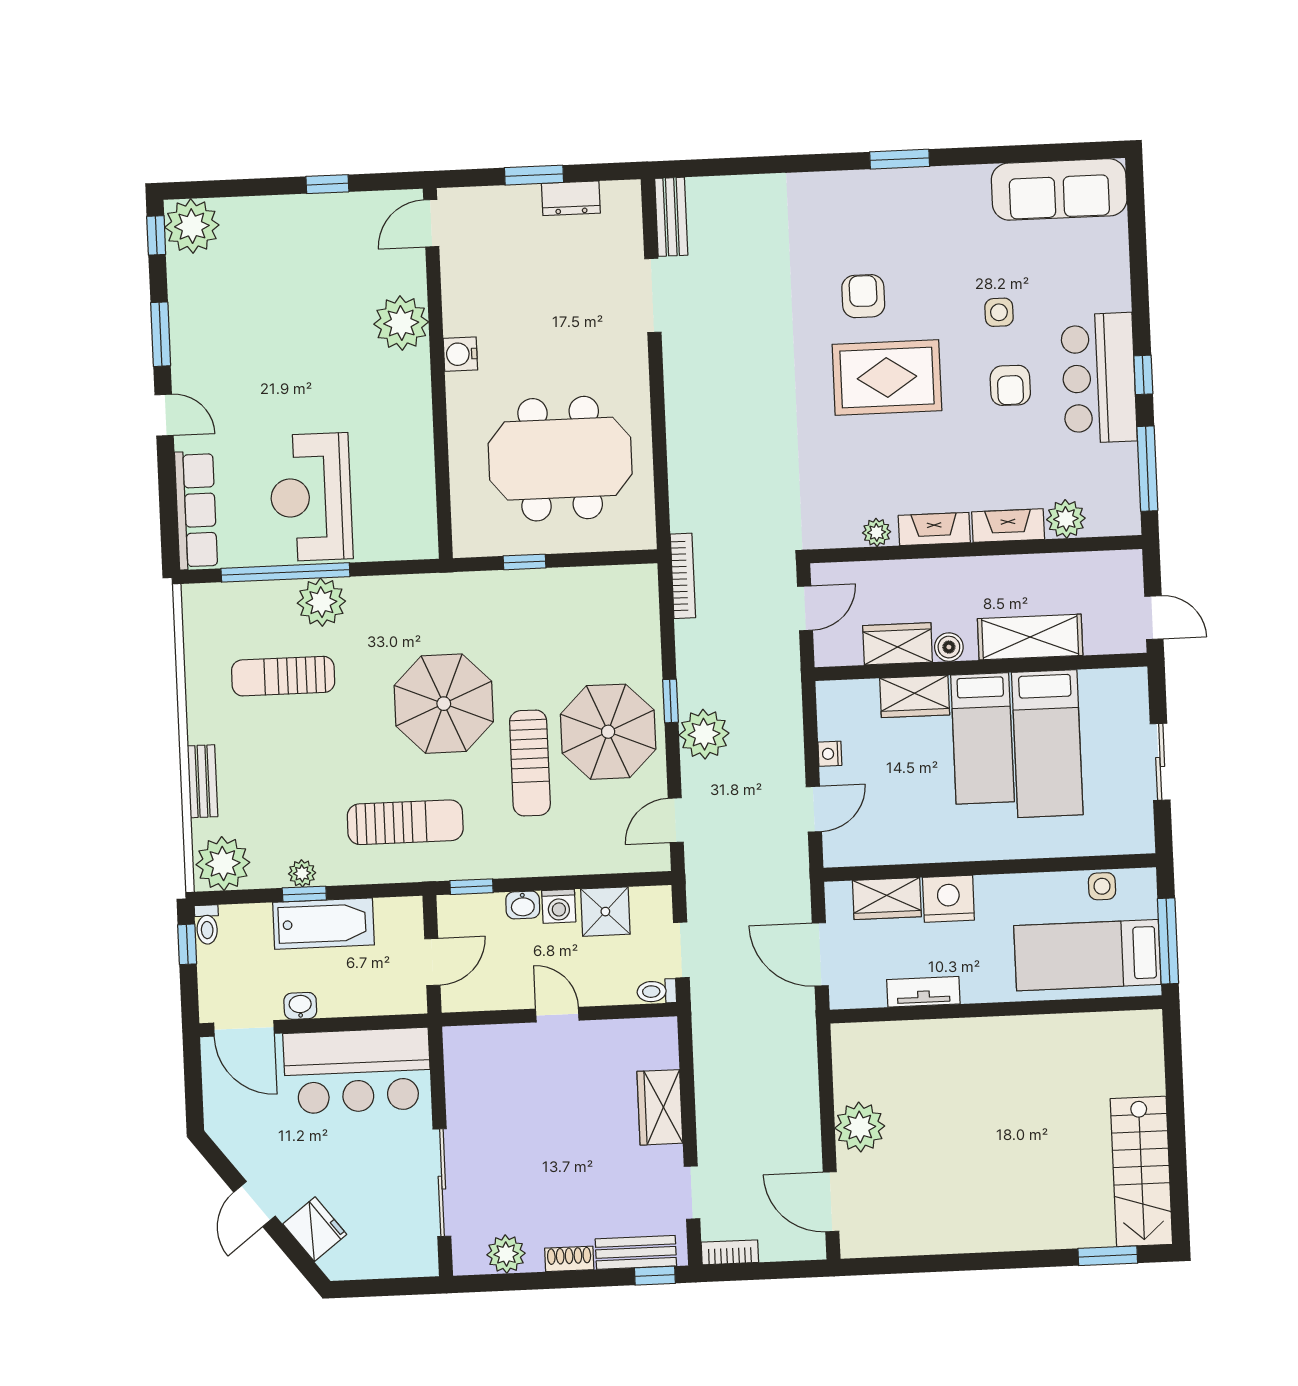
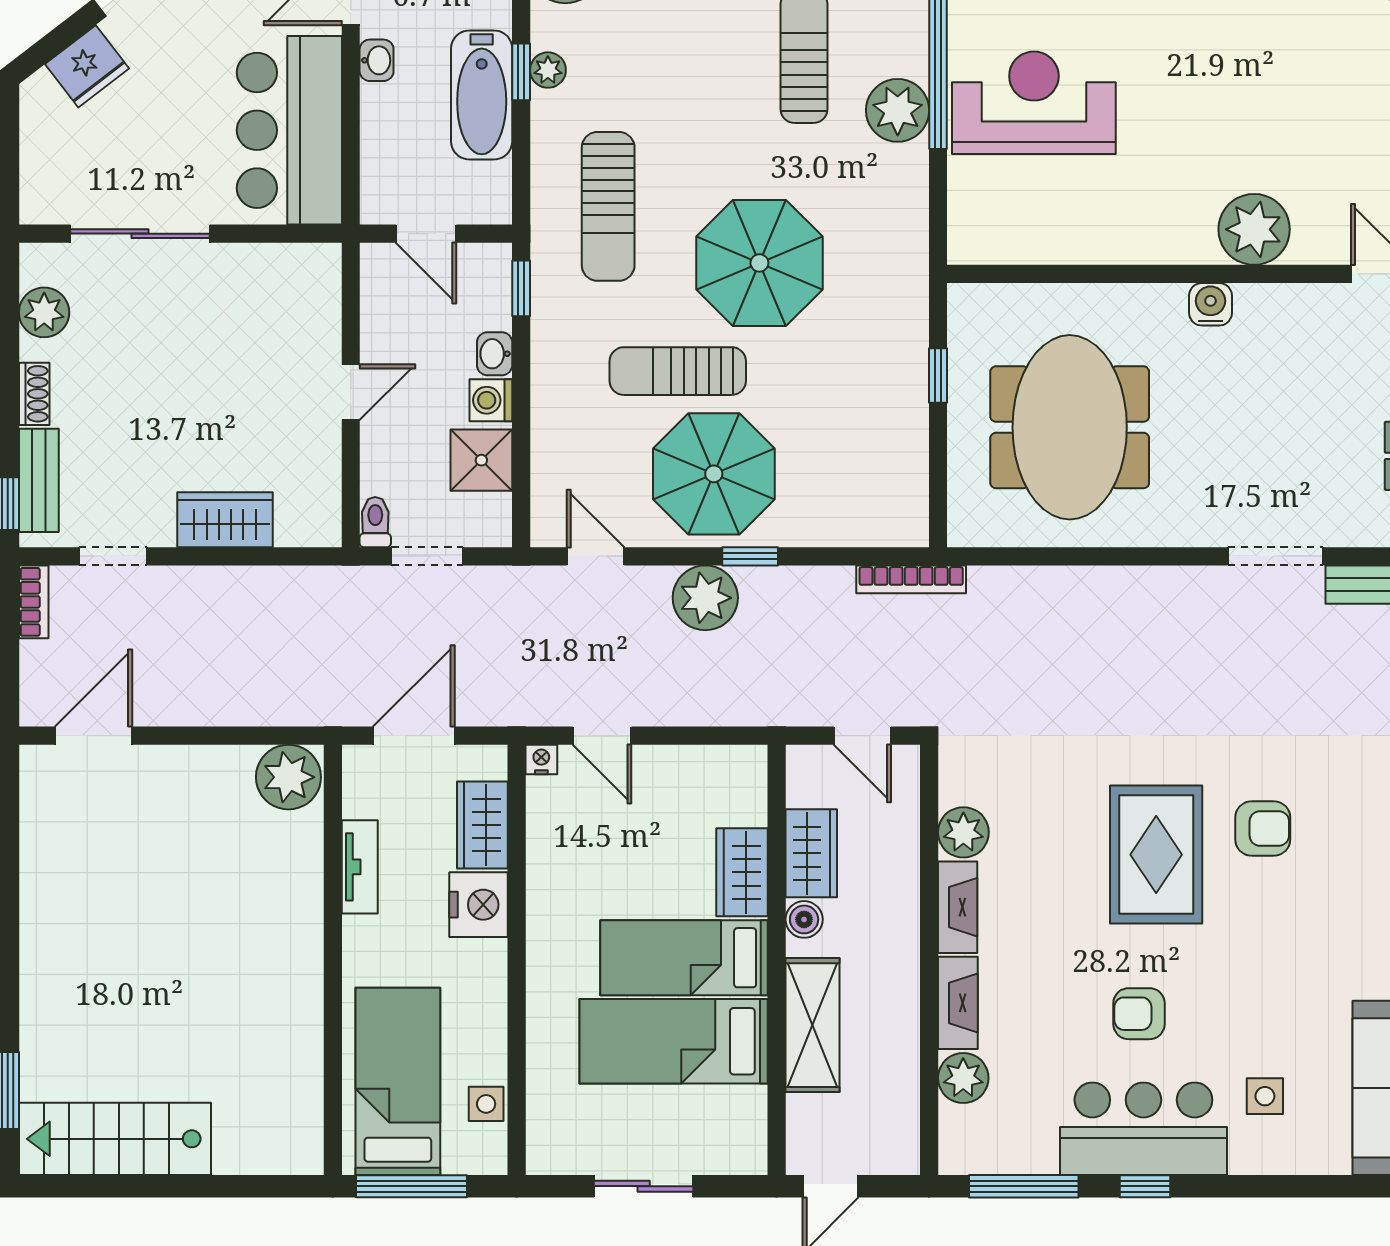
side table: (999, 312) -> (1265, 1096), moved
plant: (877, 532) -> (963, 832), width x1.38, depth x1.38
nightstand: (830, 754) -> (541, 759), moved
plant: (860, 1127) -> (288, 777), moved

